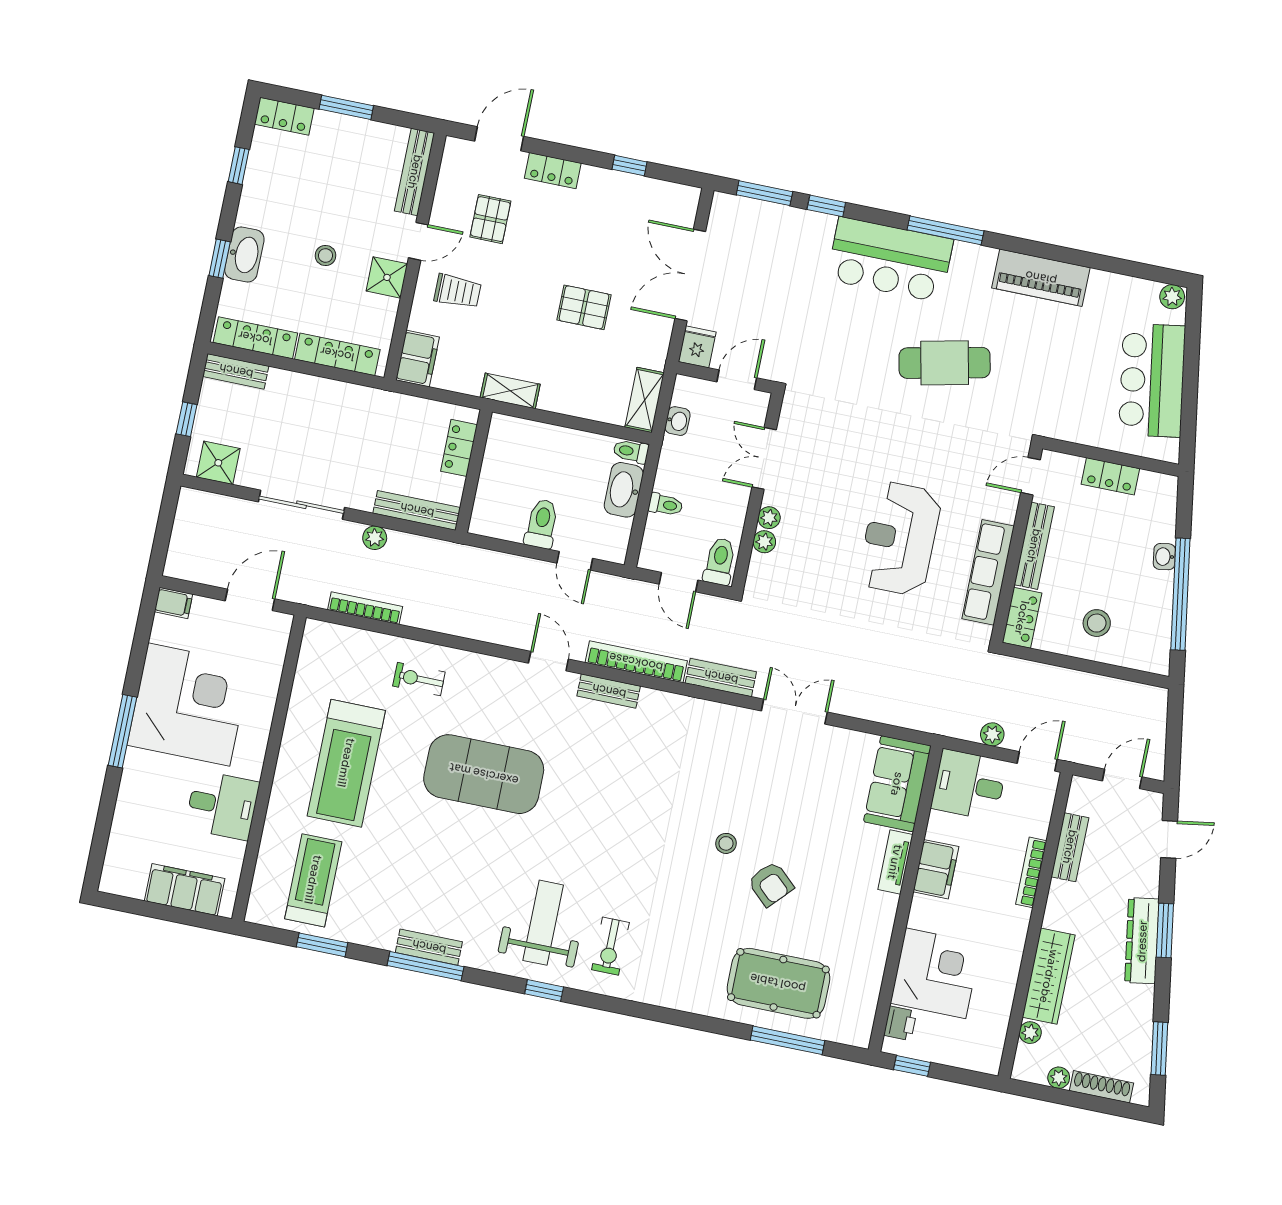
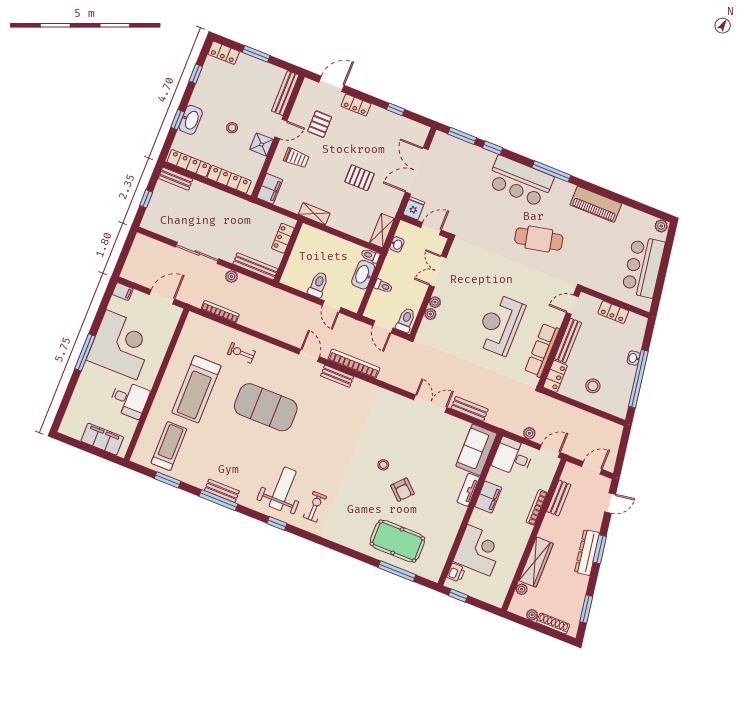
shower: (218, 463) -> (158, 224), removed
bench: (721, 677) -> (470, 409), moved
exercise bike: (610, 946) -> (315, 507), turned 180

